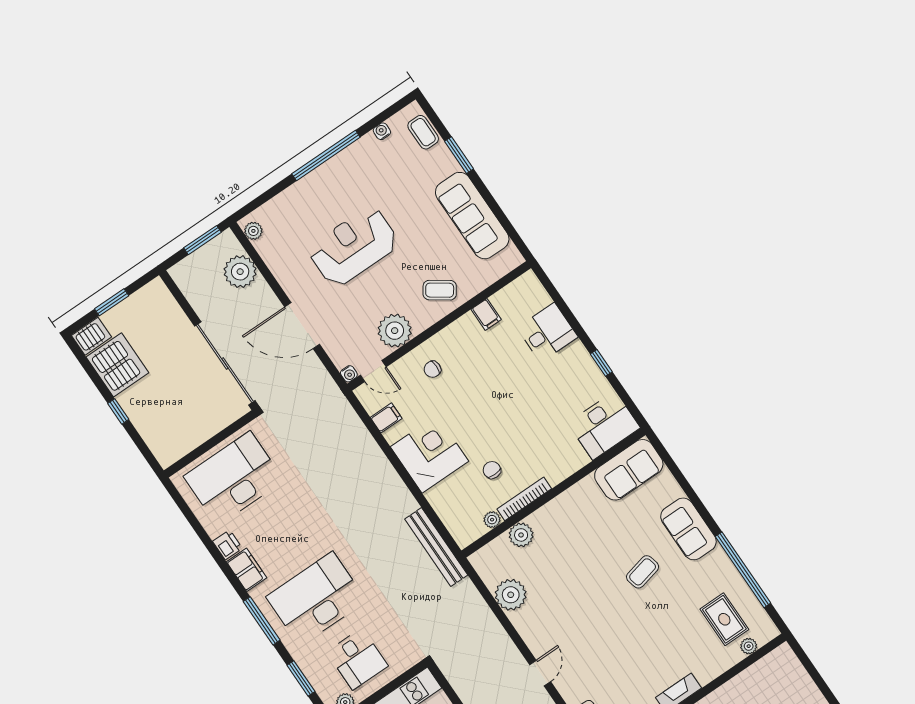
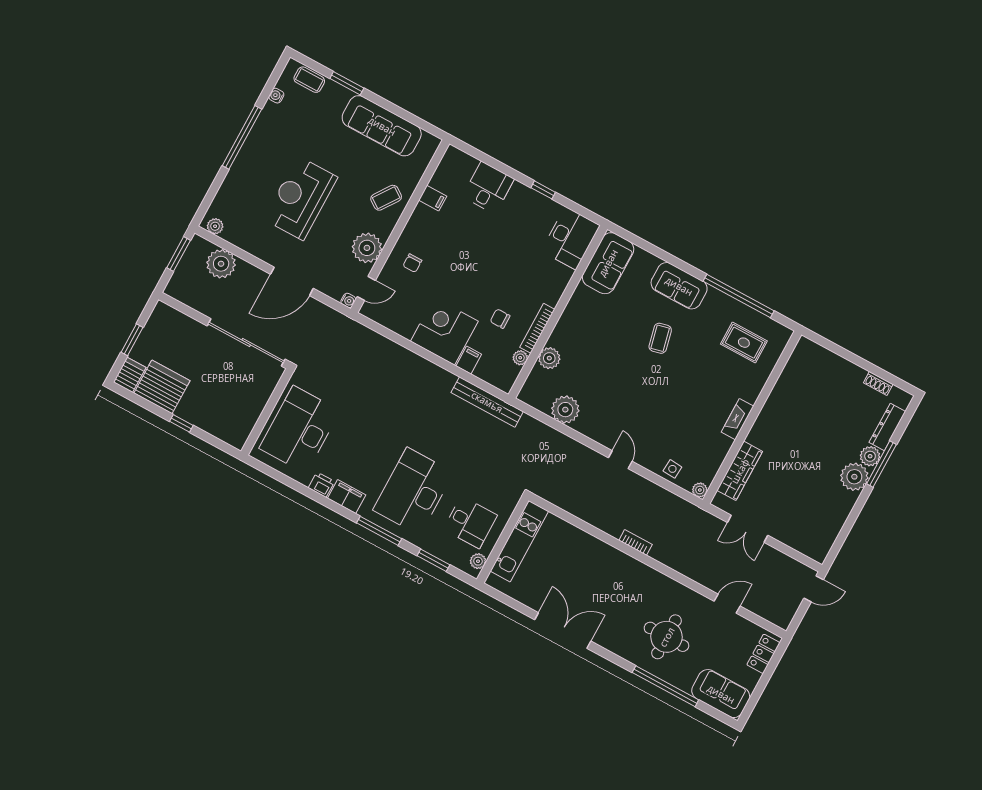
filing cabinet: (386, 418) -> (469, 360), moved
plant: (749, 646) -> (774, 354), removed

